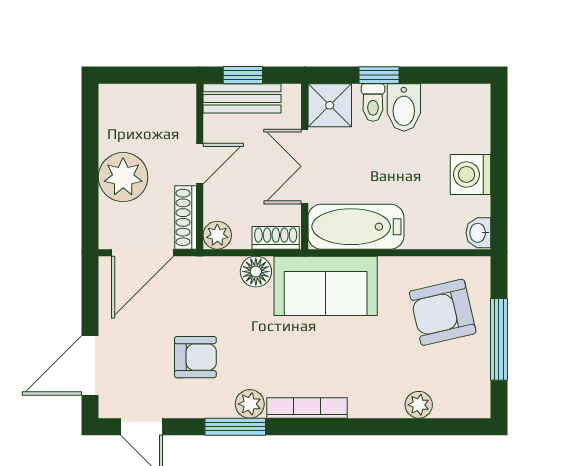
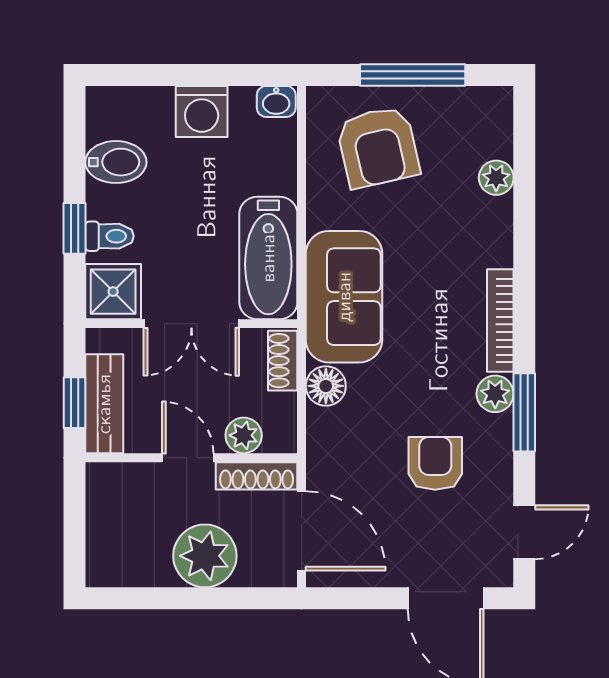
bidet: (404, 108) -> (116, 162), moved
plant: (217, 235) -> (244, 435), moved

